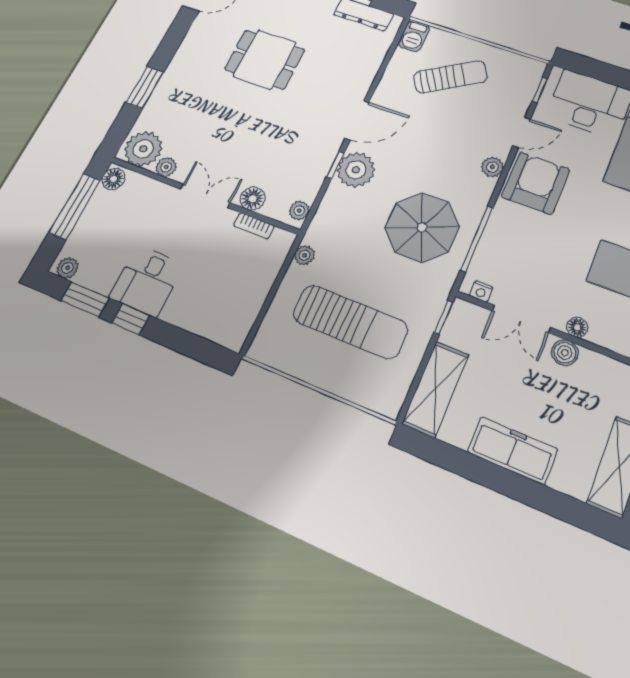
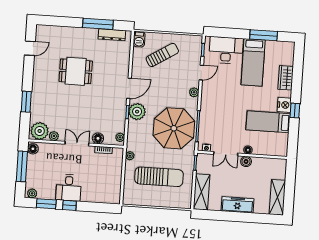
armchair: (536, 183) -> (214, 94), removed
parasol: (422, 227) -> (174, 128), width x1.36, depth x1.36

